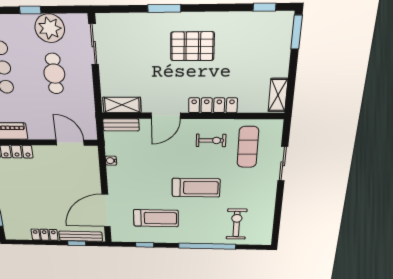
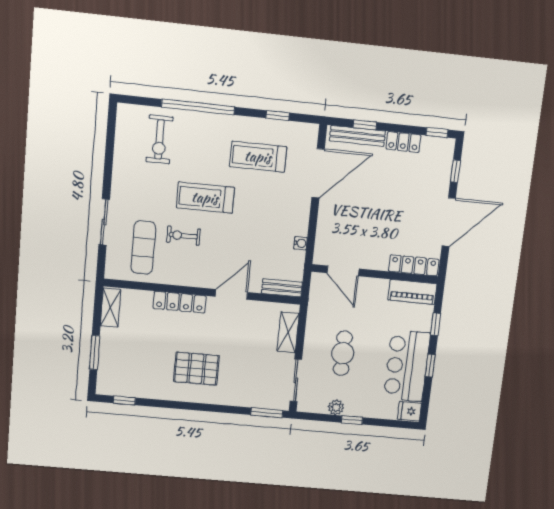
window: (164, 8) -> (267, 413), moved
plant: (50, 28) -> (336, 407), width x0.53, depth x0.53
window: (297, 32) -> (95, 353), moved
shelving: (122, 105) -> (288, 332), moved, turned 90
exercise bike: (211, 140) -> (183, 236), moved
window: (21, 242) -> (437, 132), added

